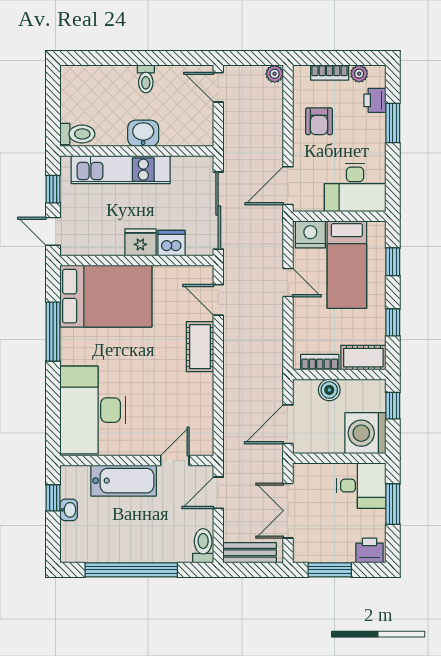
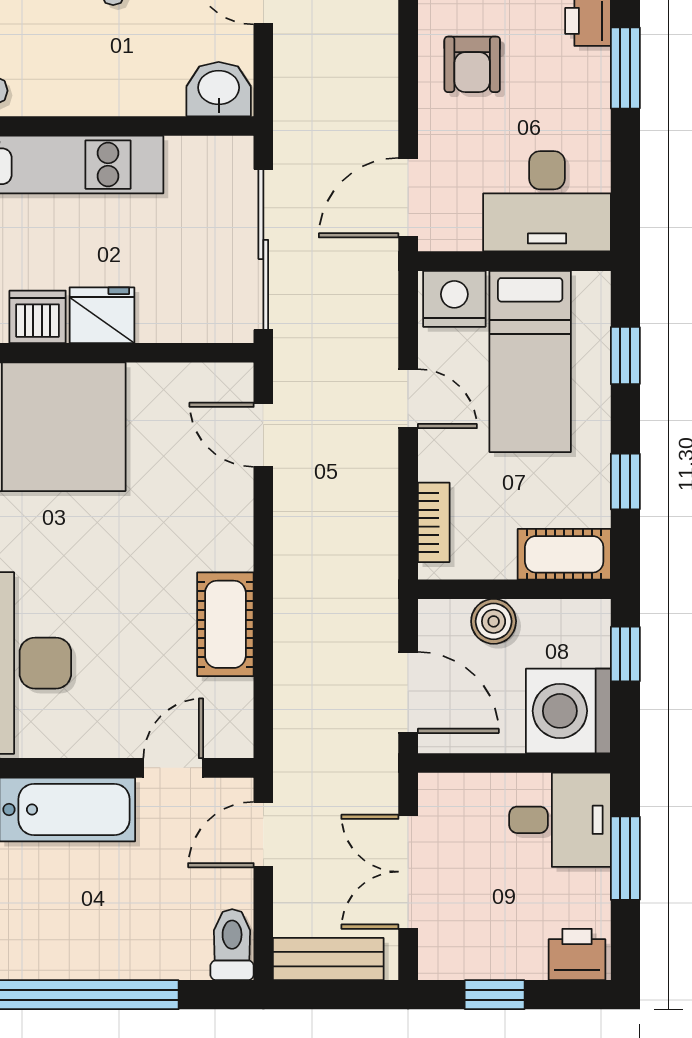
washbasin: (143, 133) -> (219, 89), moved
dishwasher: (171, 243) -> (38, 317), moved
cot: (200, 347) -> (225, 624), moved
bookcase: (320, 362) -> (434, 522), moved, turned 90
door: (288, 424) -> (408, 693), swing flipped
window: (330, 570) -> (495, 995), width x0.67

